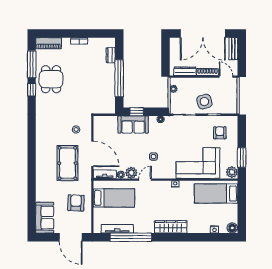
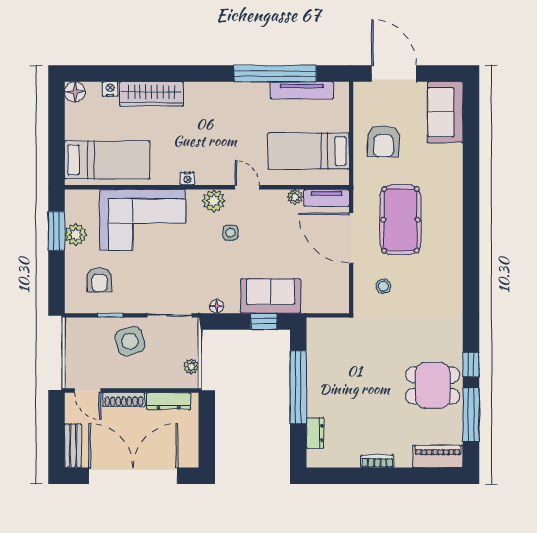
dining table: (51, 79) -> (433, 386), turned 90
plant: (232, 172) -> (76, 234), moved
plant: (131, 173) -> (214, 201), moved
door: (145, 180) -> (247, 187), swing flipped
wardrobe: (171, 227) -> (151, 94), moved

